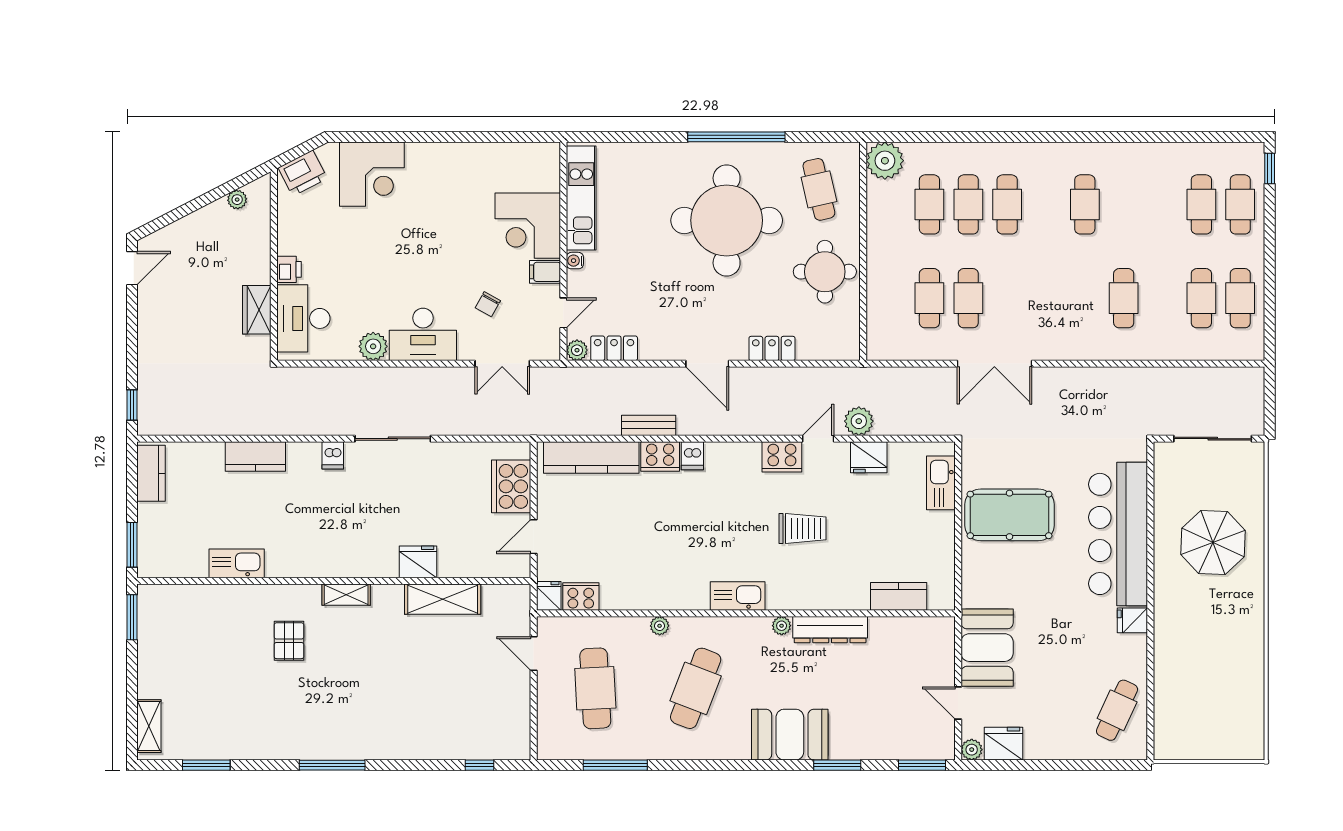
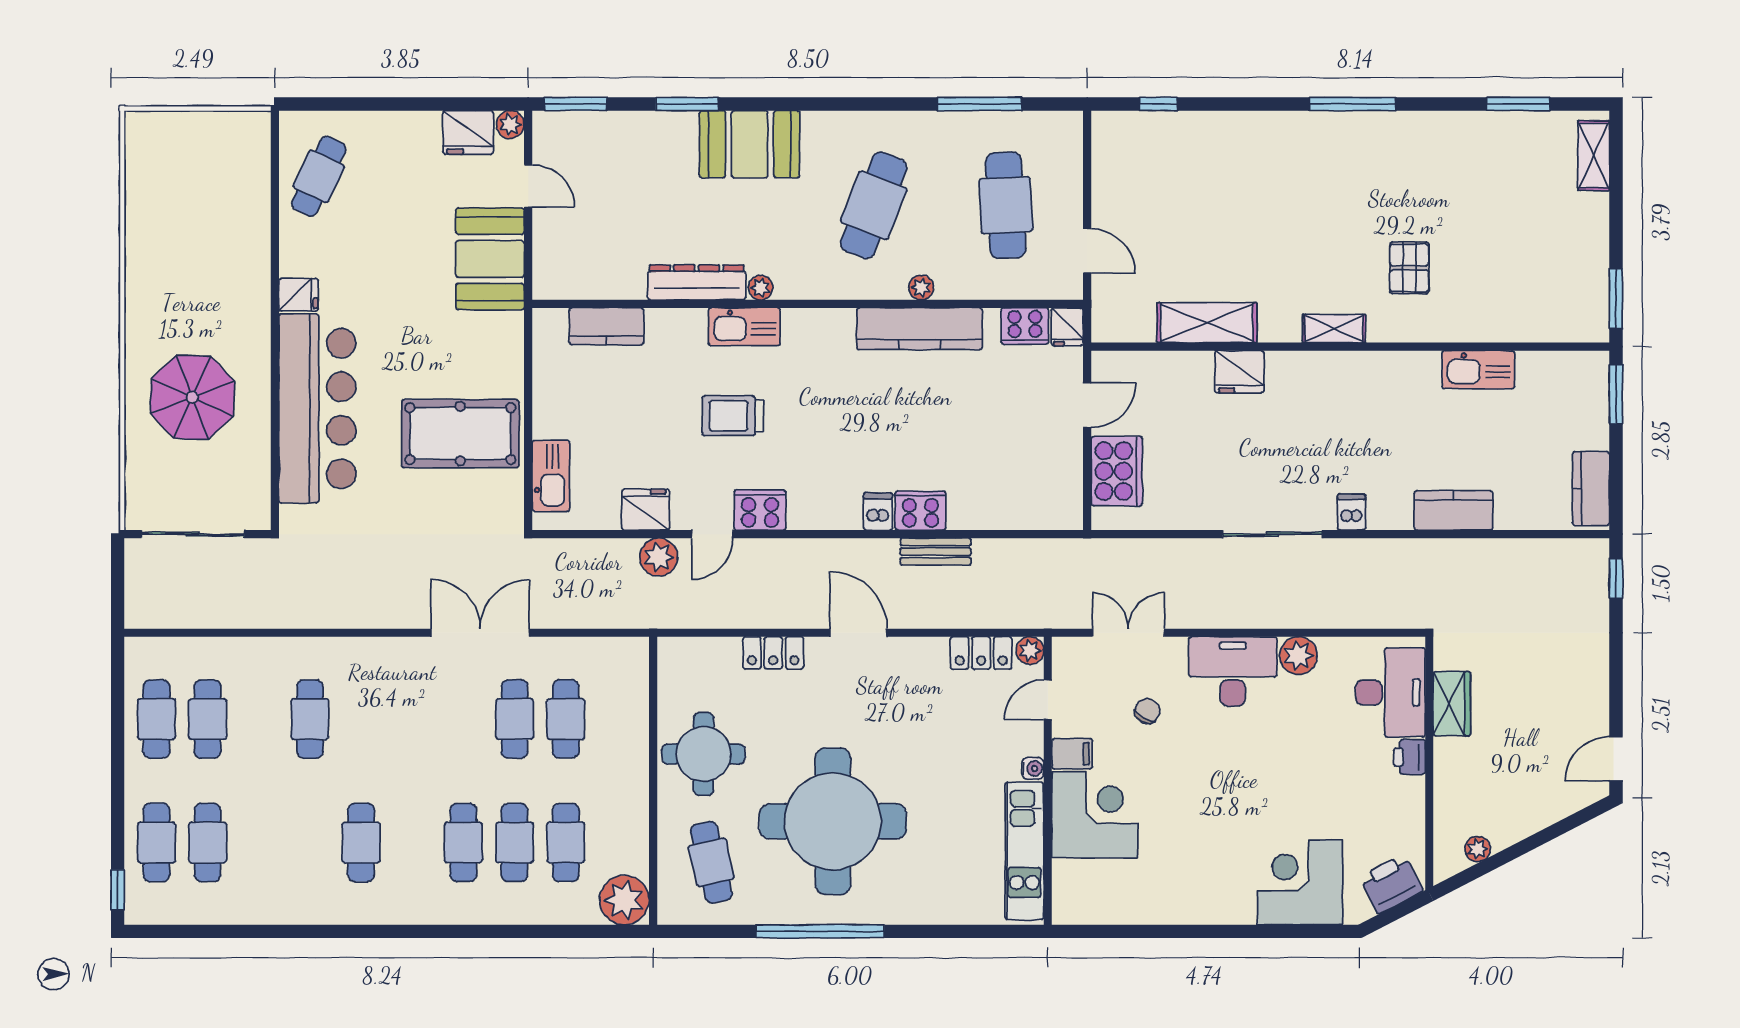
kitchen counter: (591, 457) -> (920, 329), moved, turned 180
kitchen sink: (738, 596) -> (744, 327), moved

